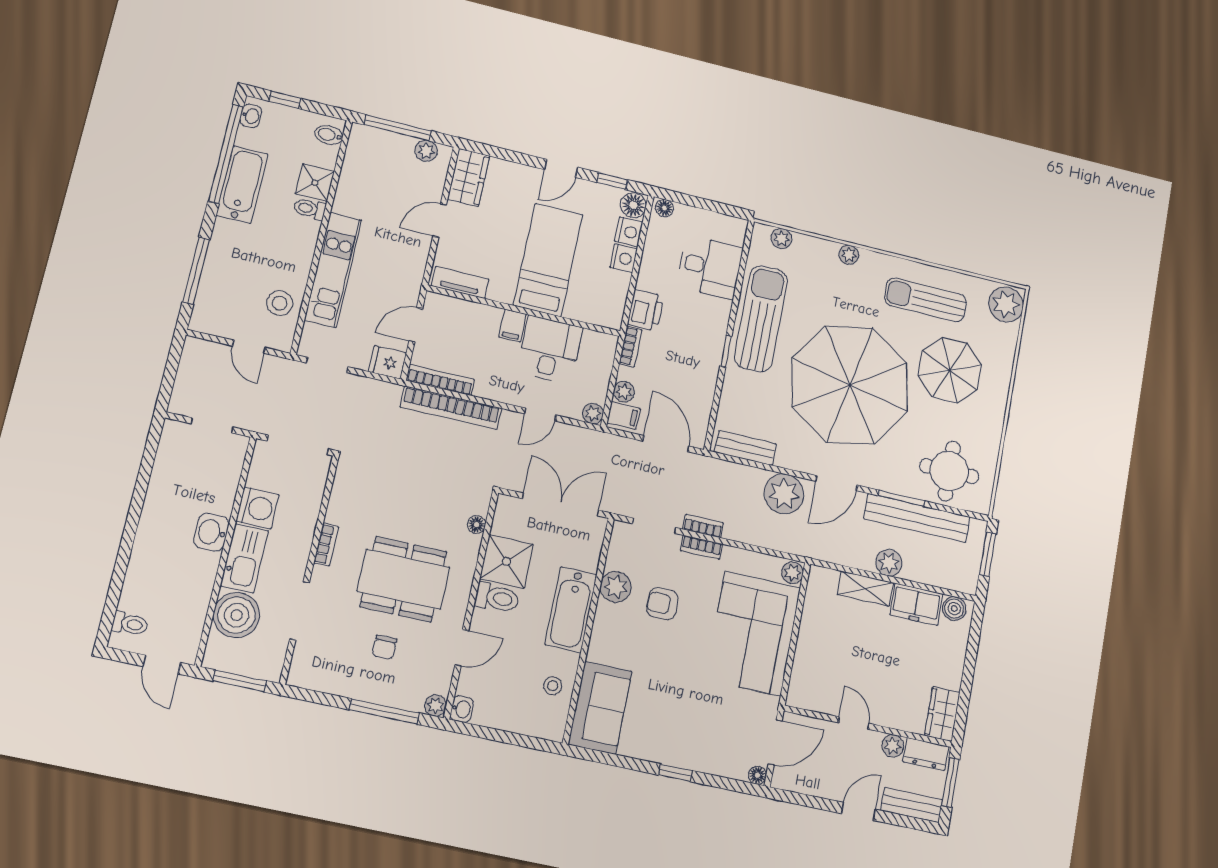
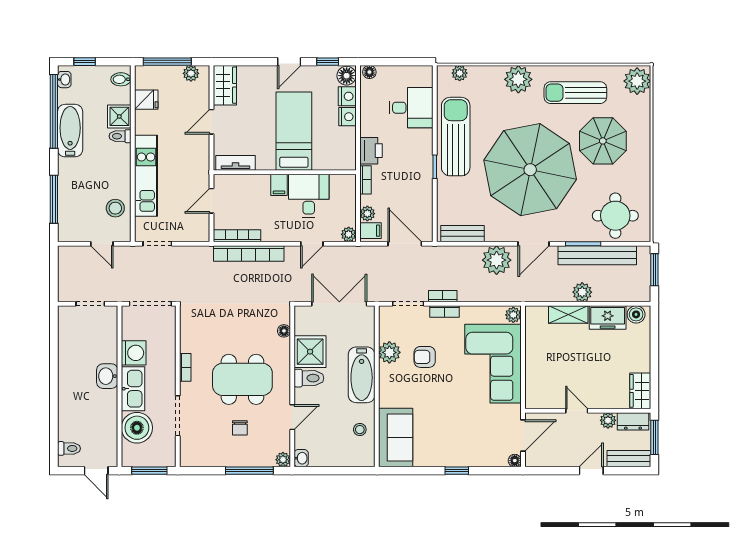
plant: (849, 255) -> (518, 79), width x1.87, depth x1.87
fridge: (387, 362) -> (146, 100), moved, turned 180

